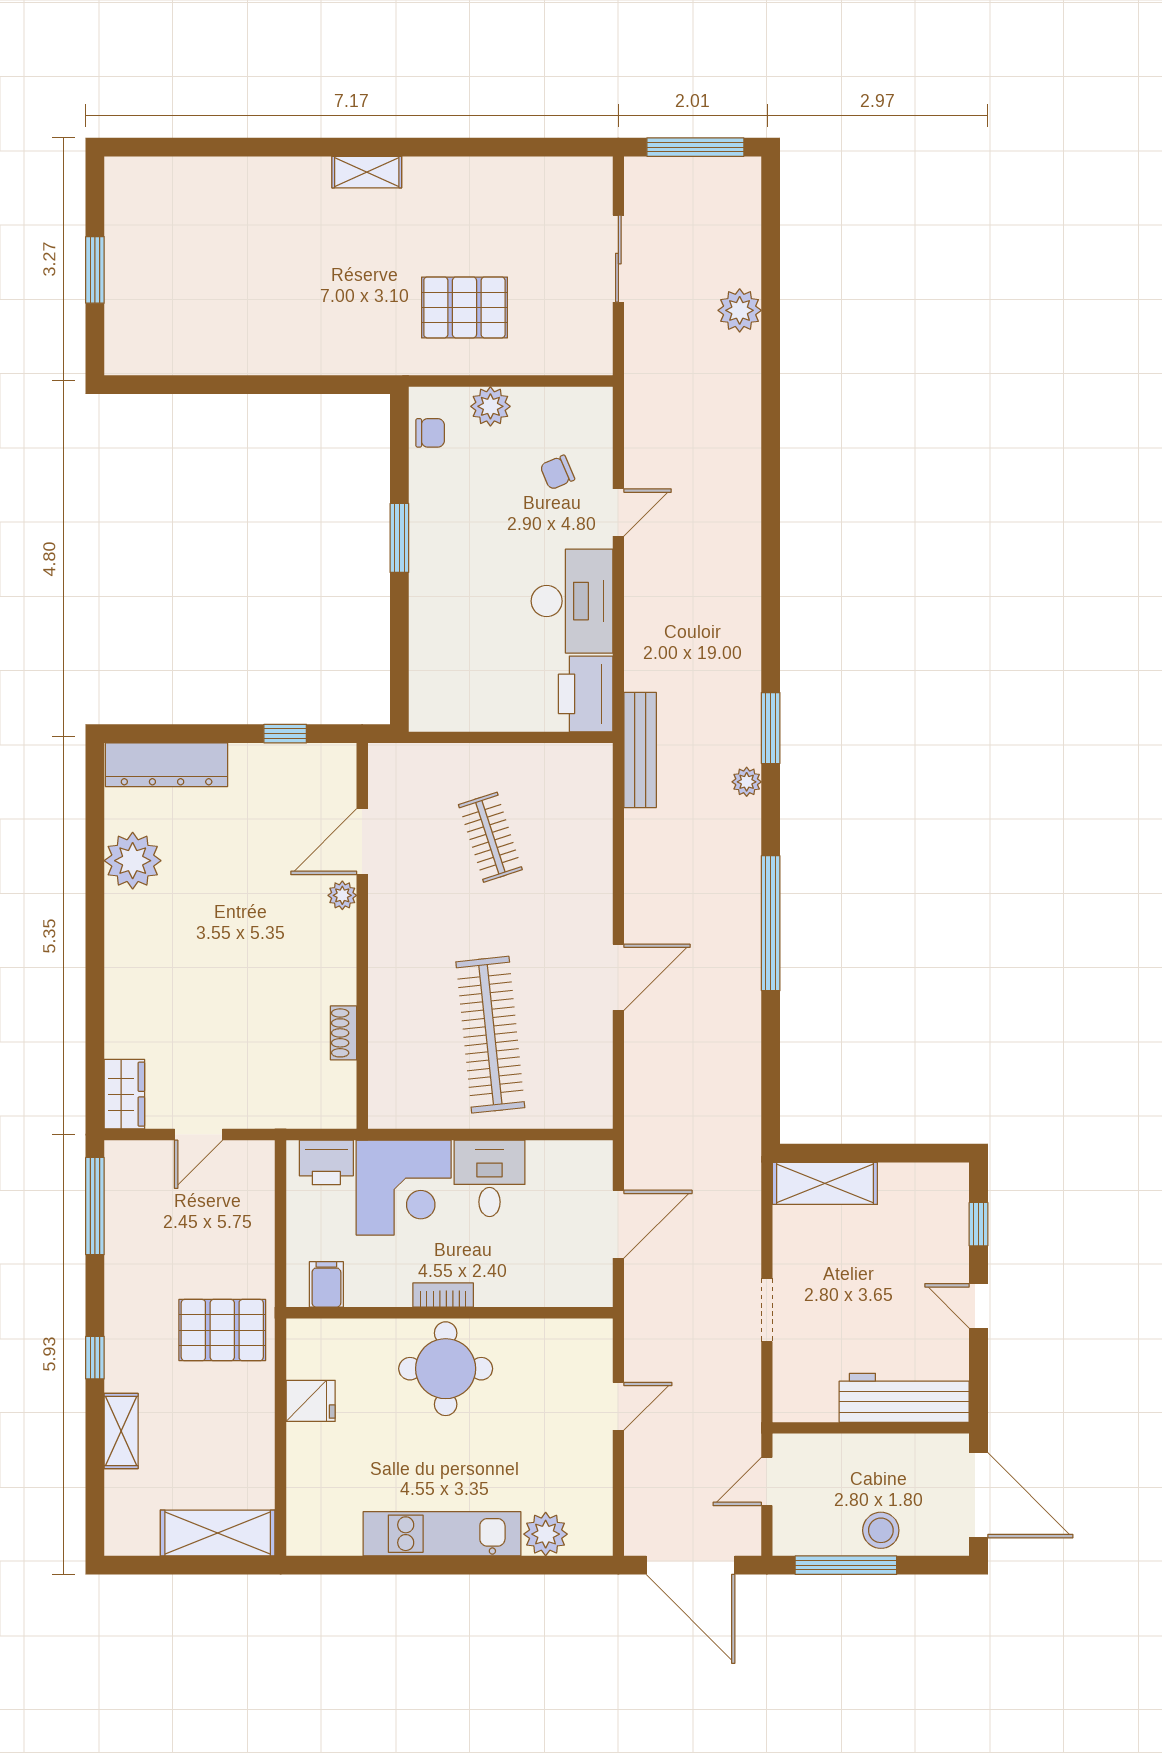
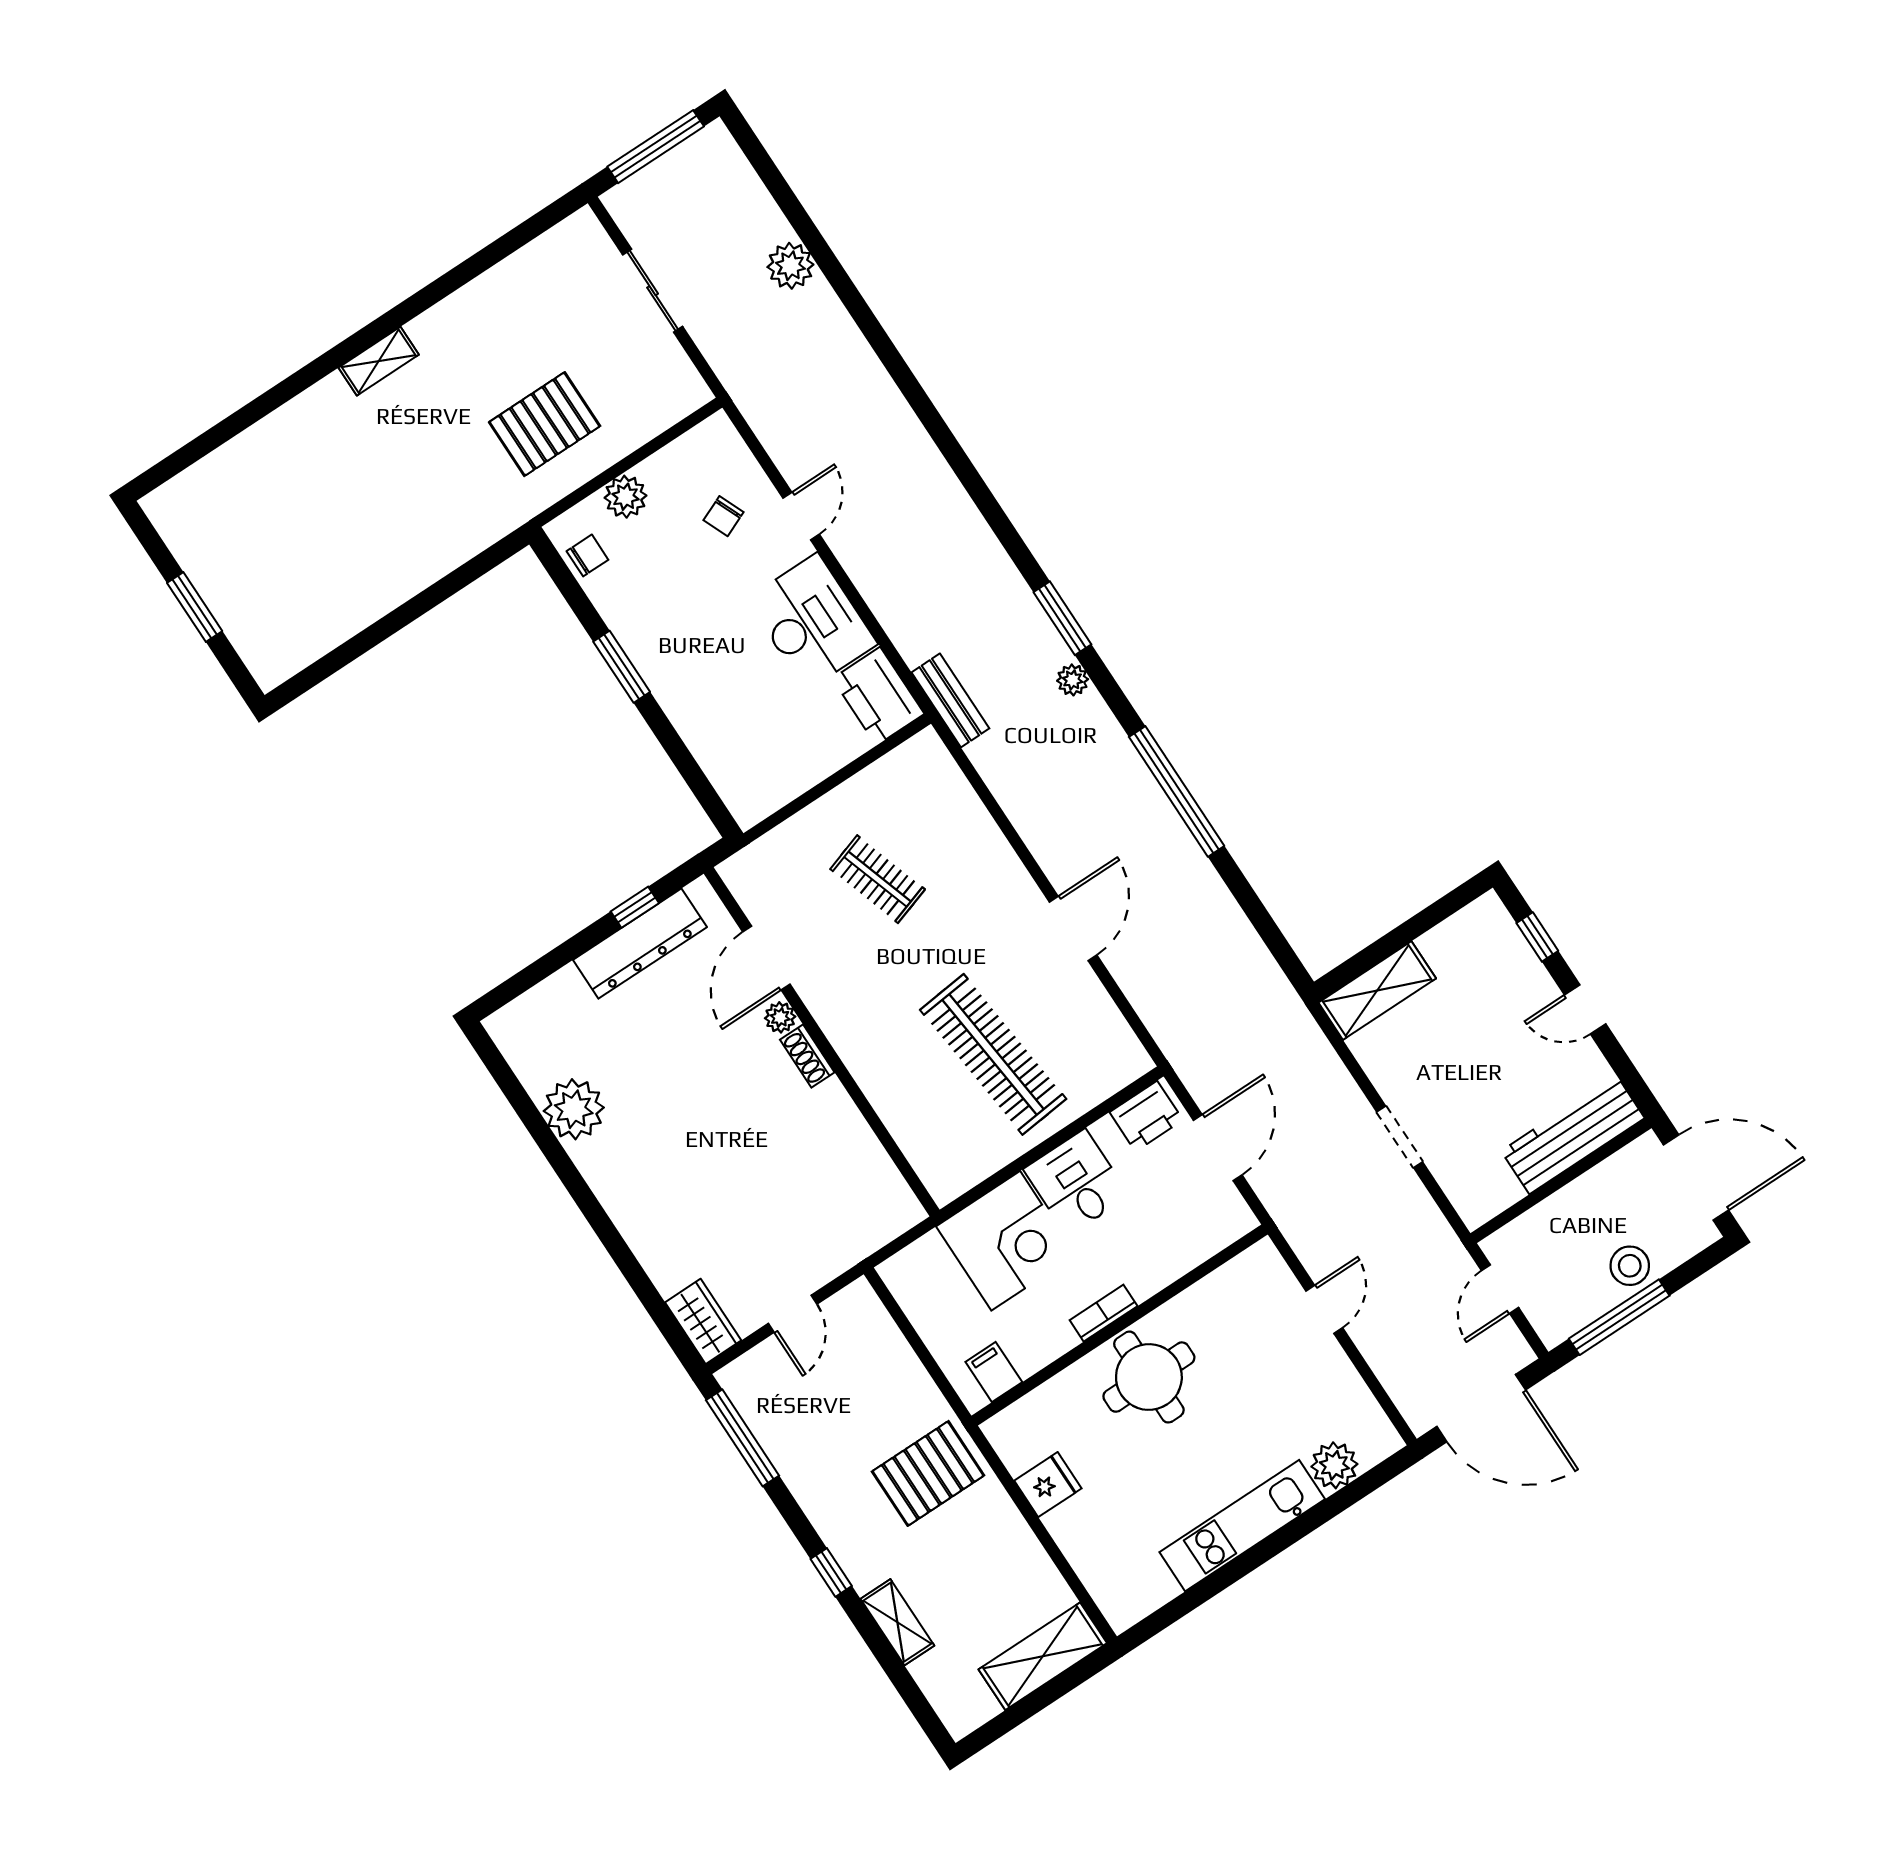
bench: (640, 750) -> (950, 700), width x0.73
dresser: (167, 765) -> (640, 944), moved
shoe rack: (344, 1033) -> (807, 1056), moved
printer: (326, 1162) -> (1146, 1116), moved

